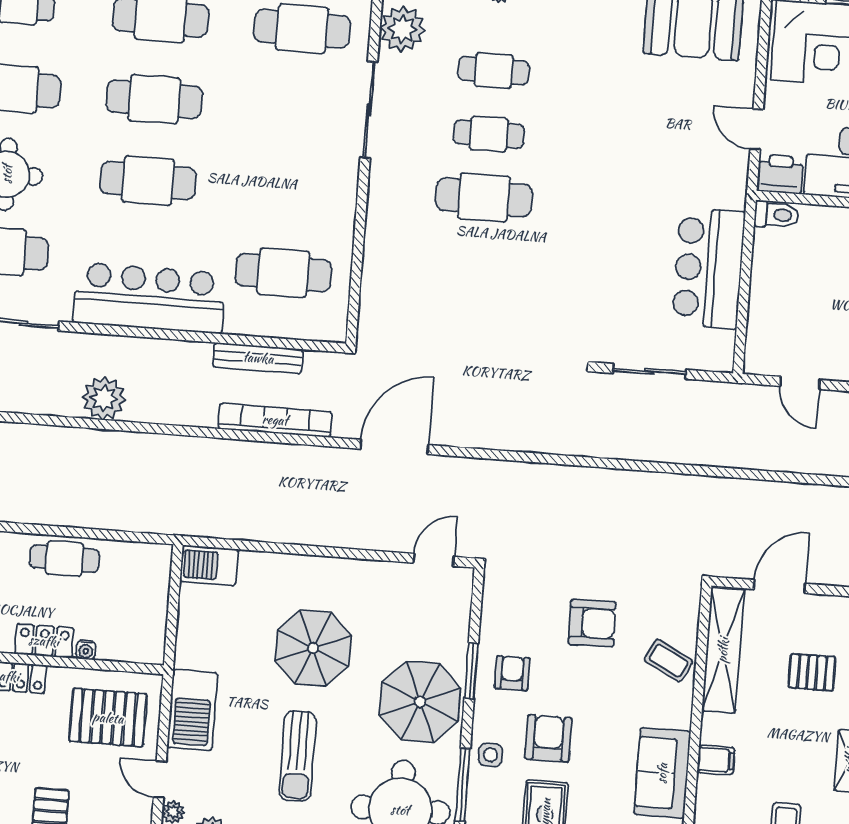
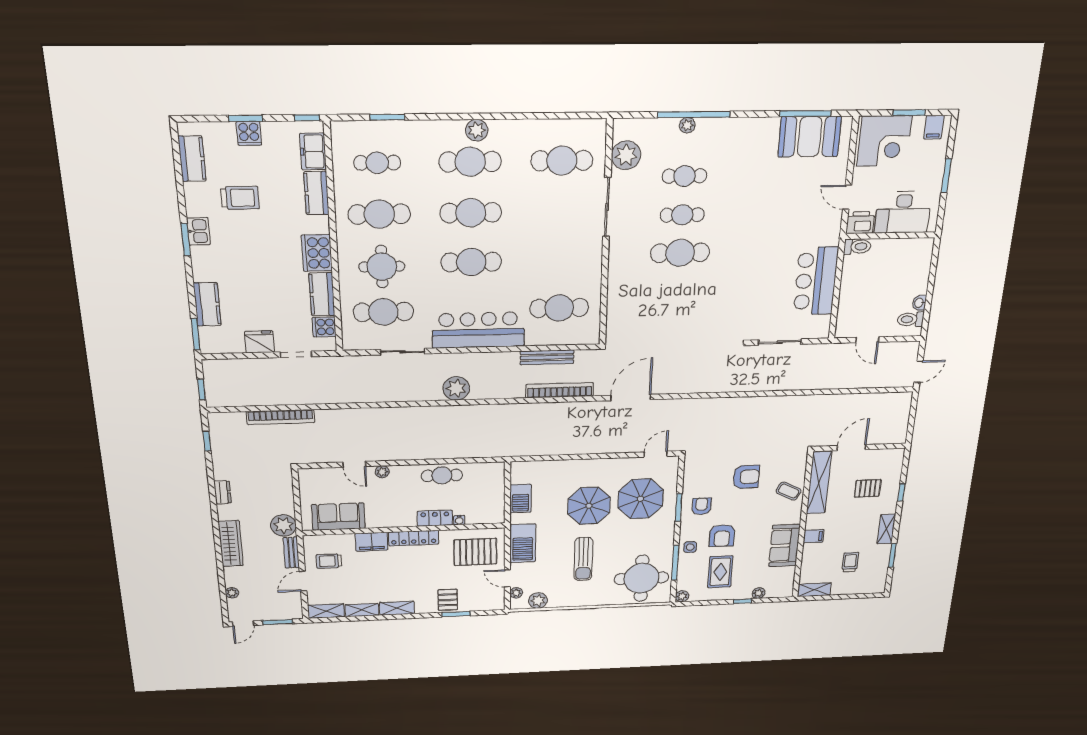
barbecue: (209, 565) -> (521, 499), moved, turned -90
parasol: (420, 702) -> (640, 499), moved
armchair: (548, 738) -> (722, 536), turned 180

